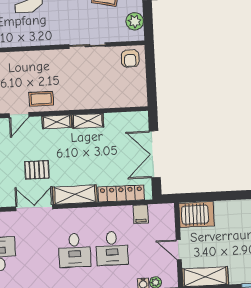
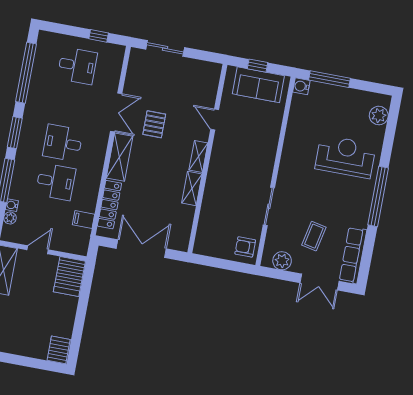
coffee table: (41, 99) -> (226, 146), removed
desk: (112, 248) -> (56, 182), turned 180

